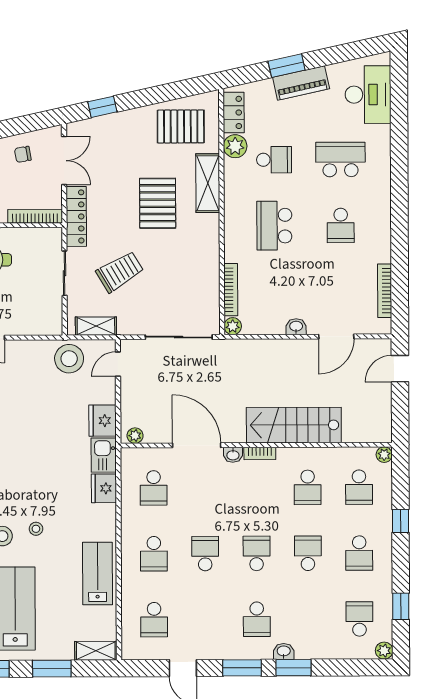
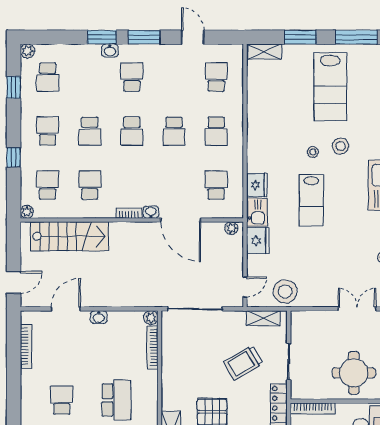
stairs: (294, 425) -> (70, 236), moved
school desk: (154, 554) -> (216, 131), turned 180
lab bench: (97, 573) -> (311, 200), moved

